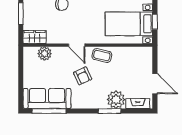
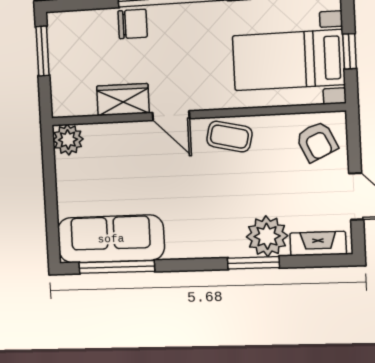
wardrobe: (35, 37) -> (123, 100), moved
plant: (45, 54) -> (68, 140), moved
armchair: (83, 76) -> (317, 141), moved

